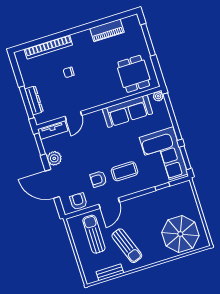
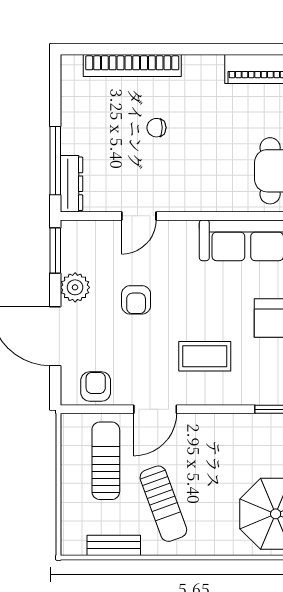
dresser: (34, 100) -> (71, 184), moved
tv unit: (53, 130) -> (90, 231), removed
armchair: (98, 179) -> (136, 300), moved, turned -90

